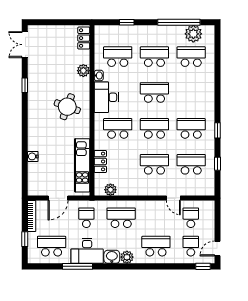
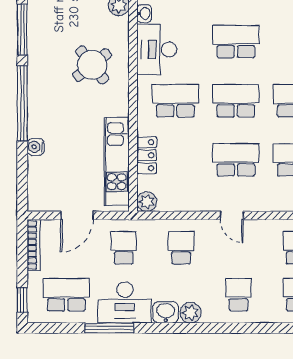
window: (25, 85) -> (22, 30), width x2.17
round table: (67, 107) -> (92, 65), turned 32
window: (25, 130) -> (22, 103), added
plant: (110, 190) -> (147, 202), moved
door: (173, 198) -> (232, 215), moved
school desk: (121, 218) -> (181, 248), width x0.54
window: (25, 239) -> (22, 300), moved
school desk: (156, 246) -> (238, 295), width x0.54

